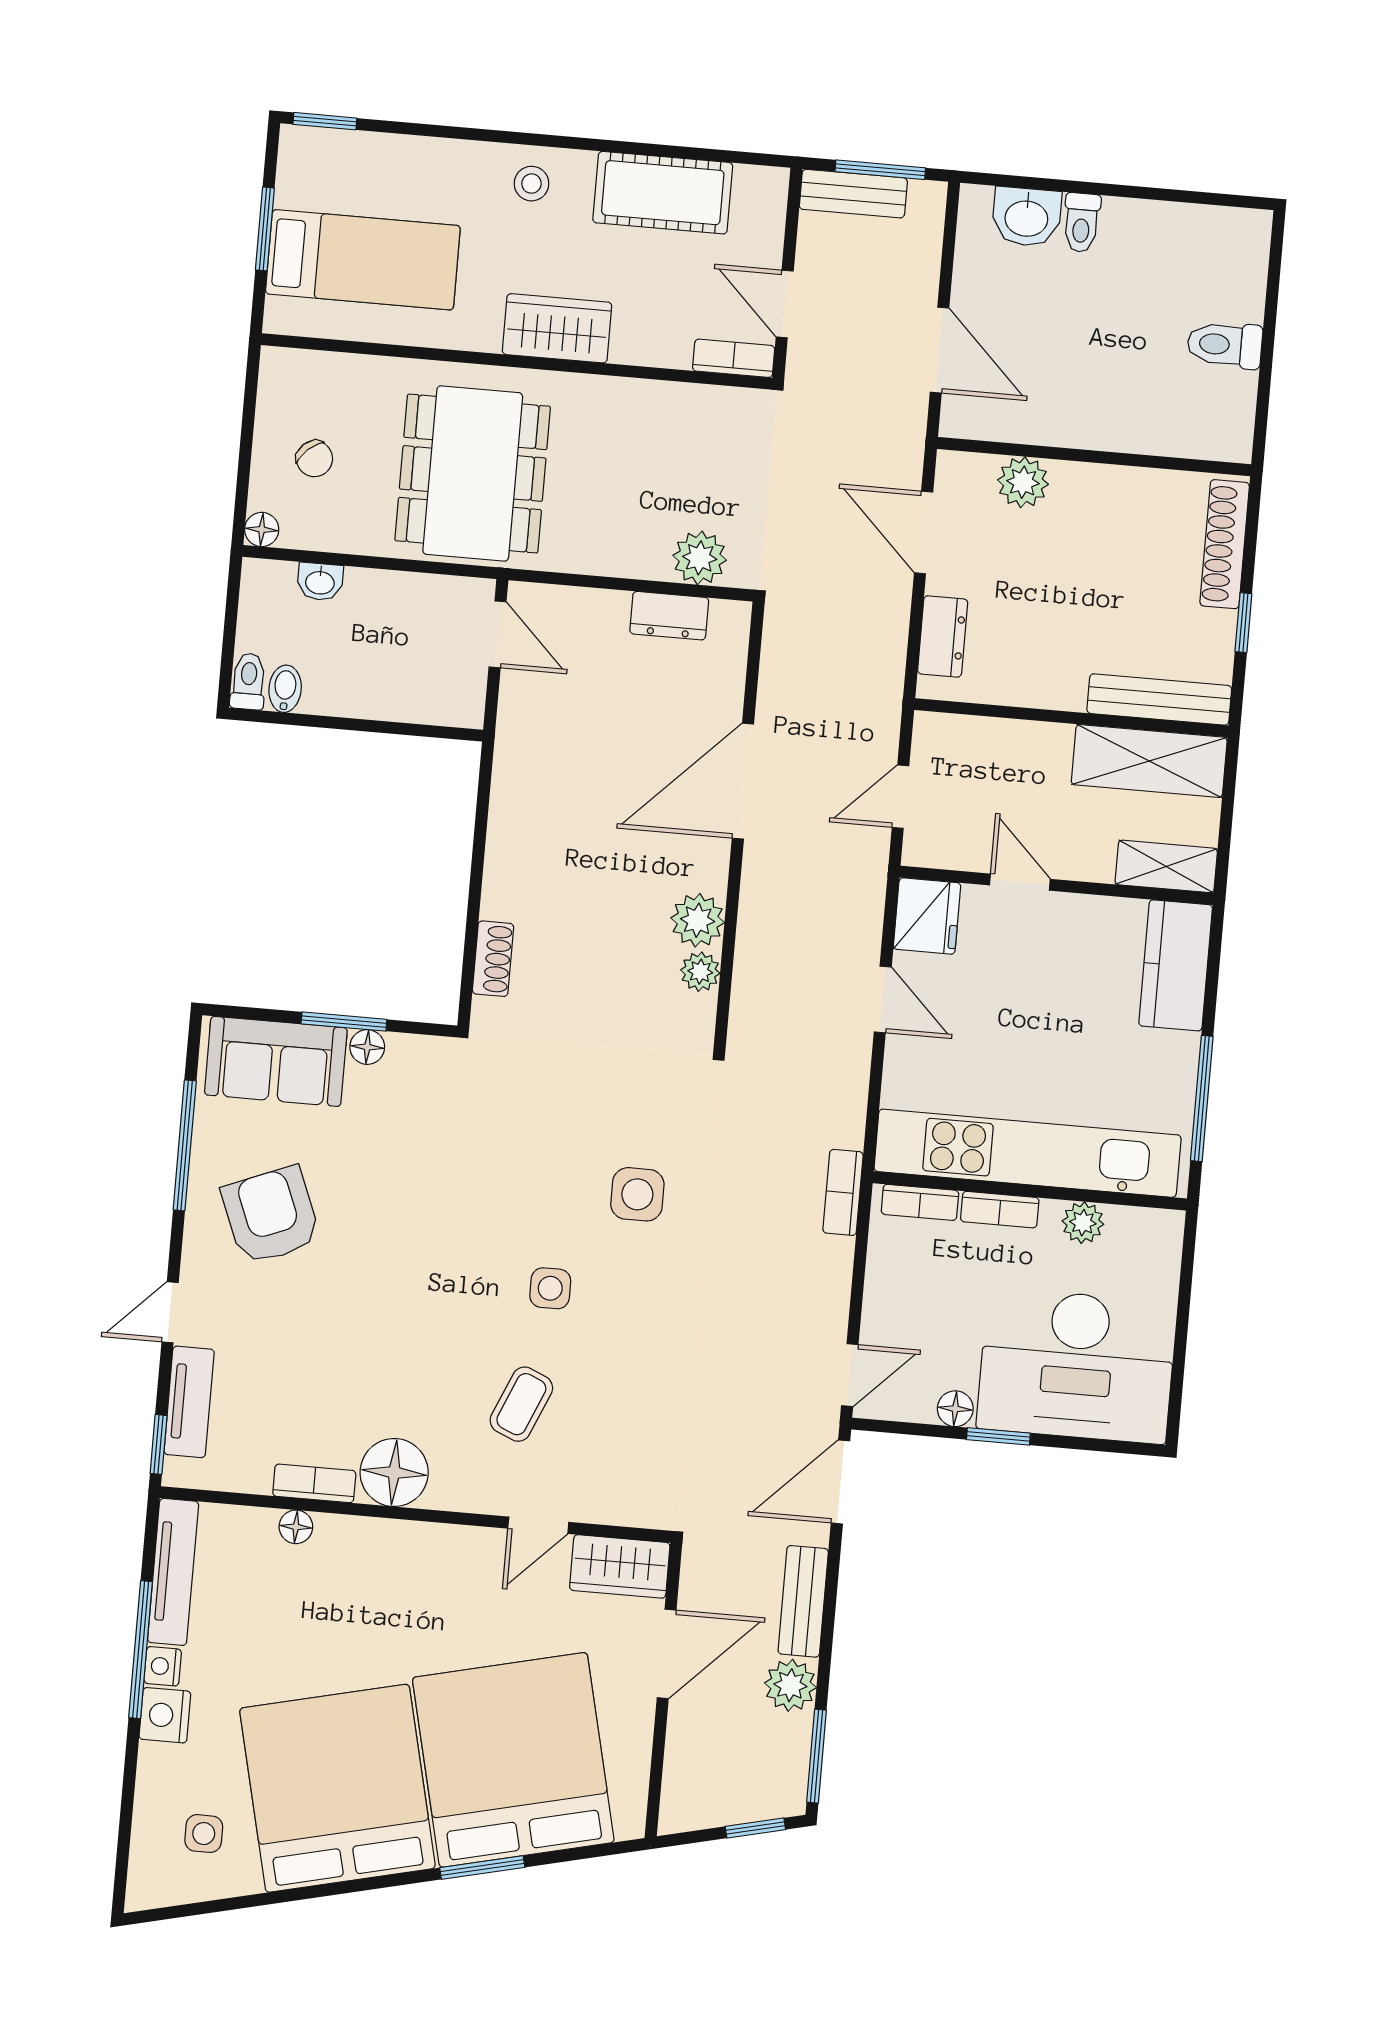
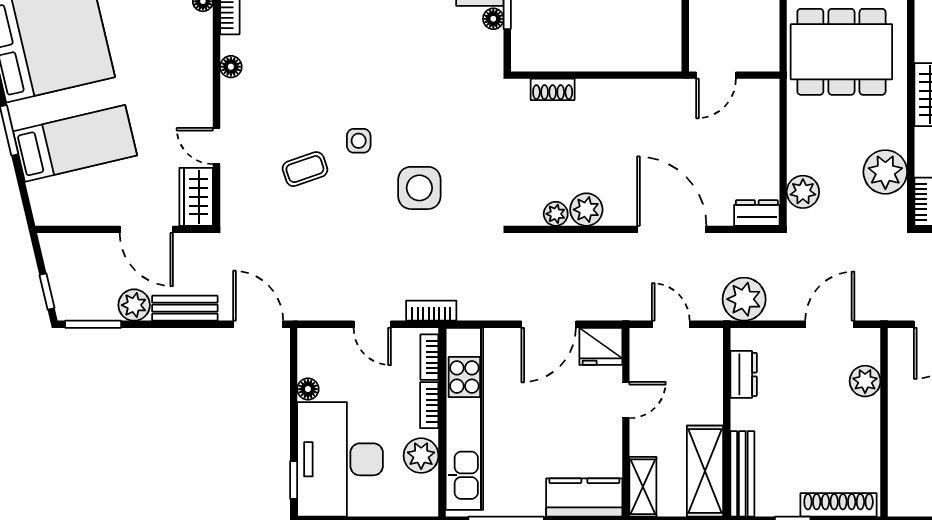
plant: (679, 418) -> (885, 172), added
dresser: (669, 616) -> (757, 213), moved, turned 90
door: (498, 634) -> (716, 75), moved
dresser: (943, 636) -> (744, 374), moved, turned -90
plant: (869, 671) -> (744, 299), added
door: (883, 1000) -> (549, 324), width x1.38
side table: (637, 1194) -> (419, 188), width x1.37, depth x1.37
plant: (1083, 1223) -> (421, 456), width x1.38, depth x1.38
door: (850, 1375) -> (372, 324), moved
coffee table: (521, 1404) -> (305, 169), moved, turned -42
window: (998, 1436) -> (294, 480), moved
floor lamp: (394, 1473) -> (231, 67), width x0.53, depth x0.53
bed: (513, 1760) -> (75, 143), width x0.49

